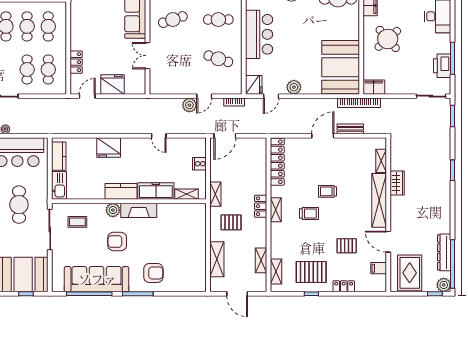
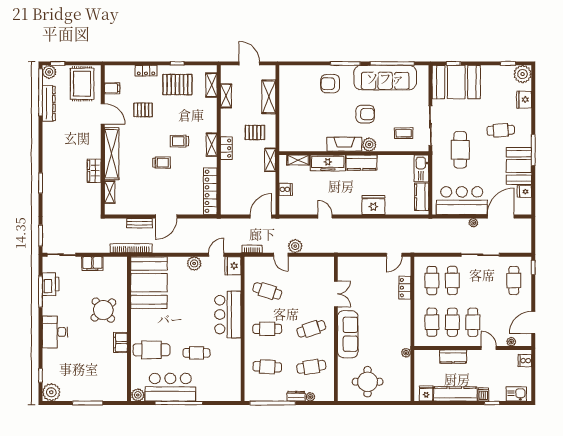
fridge: (112, 84) -> (370, 266), removed
filing cabinet: (374, 87) -> (92, 263), moved
door: (204, 96) -> (281, 255), swing flipped

